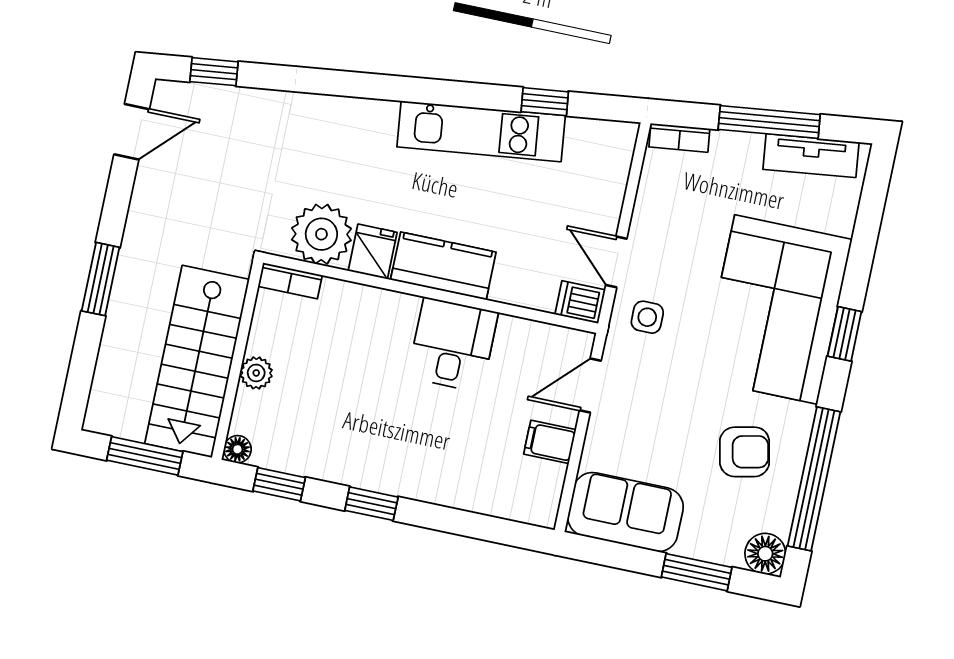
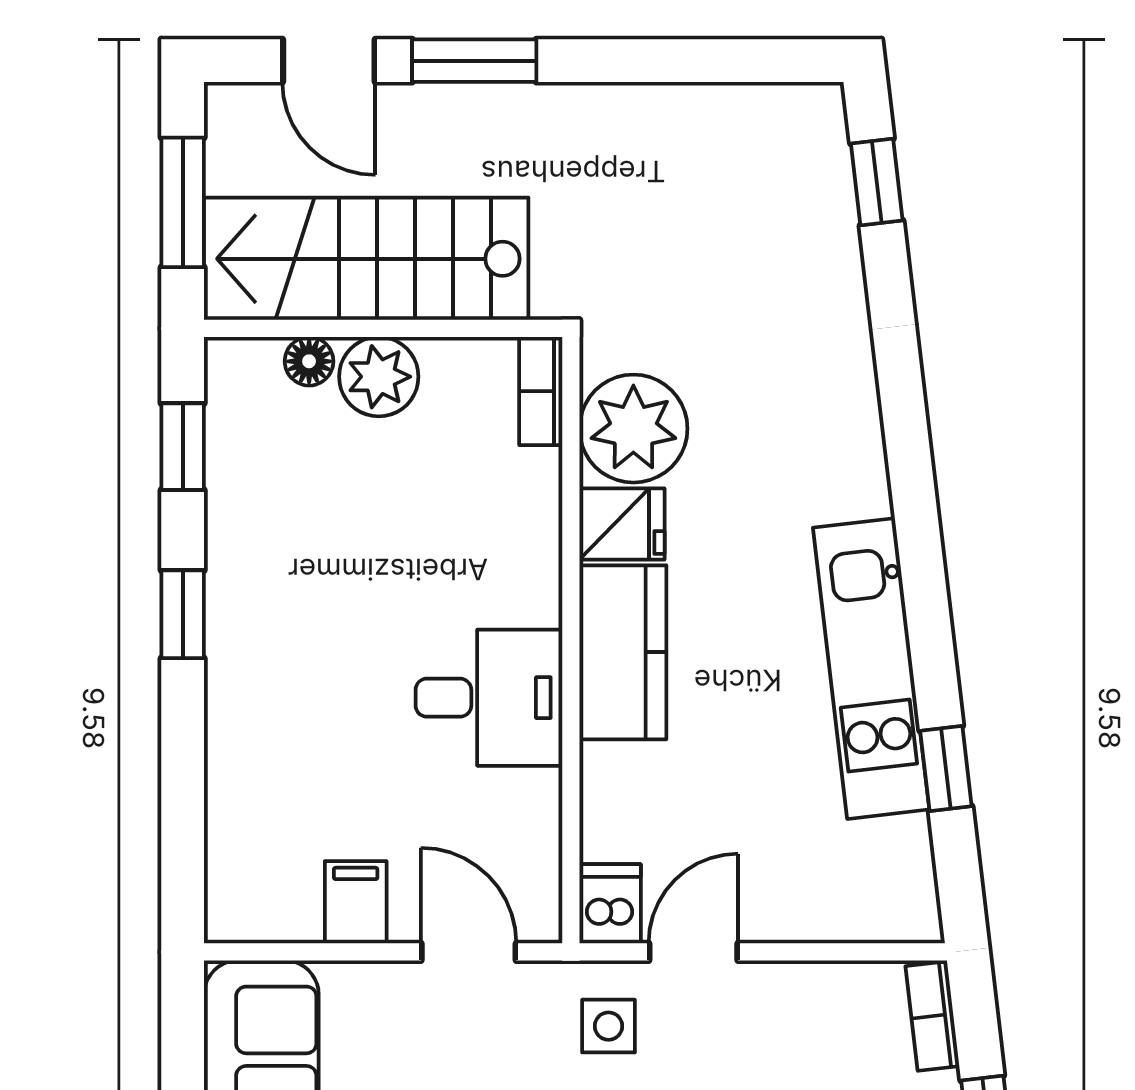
door: (132, 132) -> (329, 61), moved
plant: (256, 373) -> (379, 377), width x1.38, depth x1.38
floor lamp: (237, 449) -> (309, 361), moved

